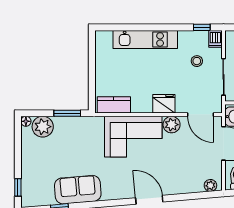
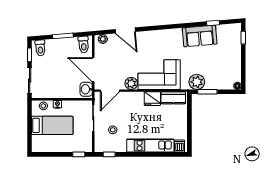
dishwasher: (215, 39) -> (180, 146), moved
fridge: (164, 104) -> (152, 99), moved
door: (201, 115) -> (110, 91), swing flipped
plant: (43, 127) -> (197, 82), moved
door: (149, 200) -> (125, 30), moved

